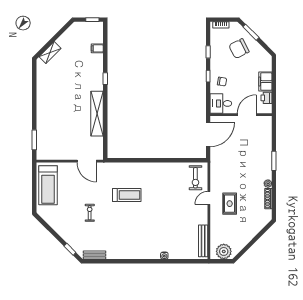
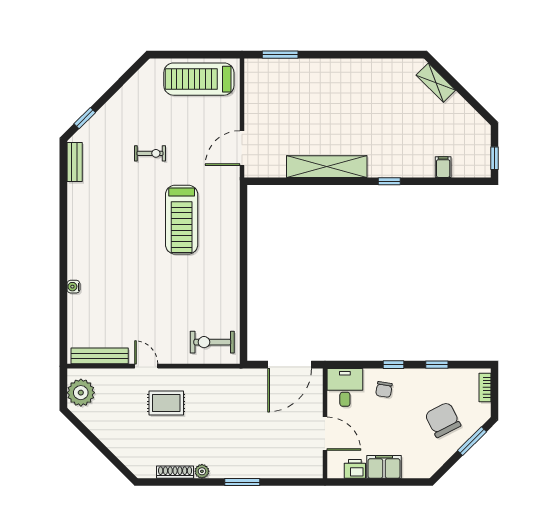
door: (208, 134) -> (290, 365), hinge flipped
treadmill: (127, 195) -> (182, 220), width x1.37, depth x1.38
door: (209, 198) -> (146, 366), moved

